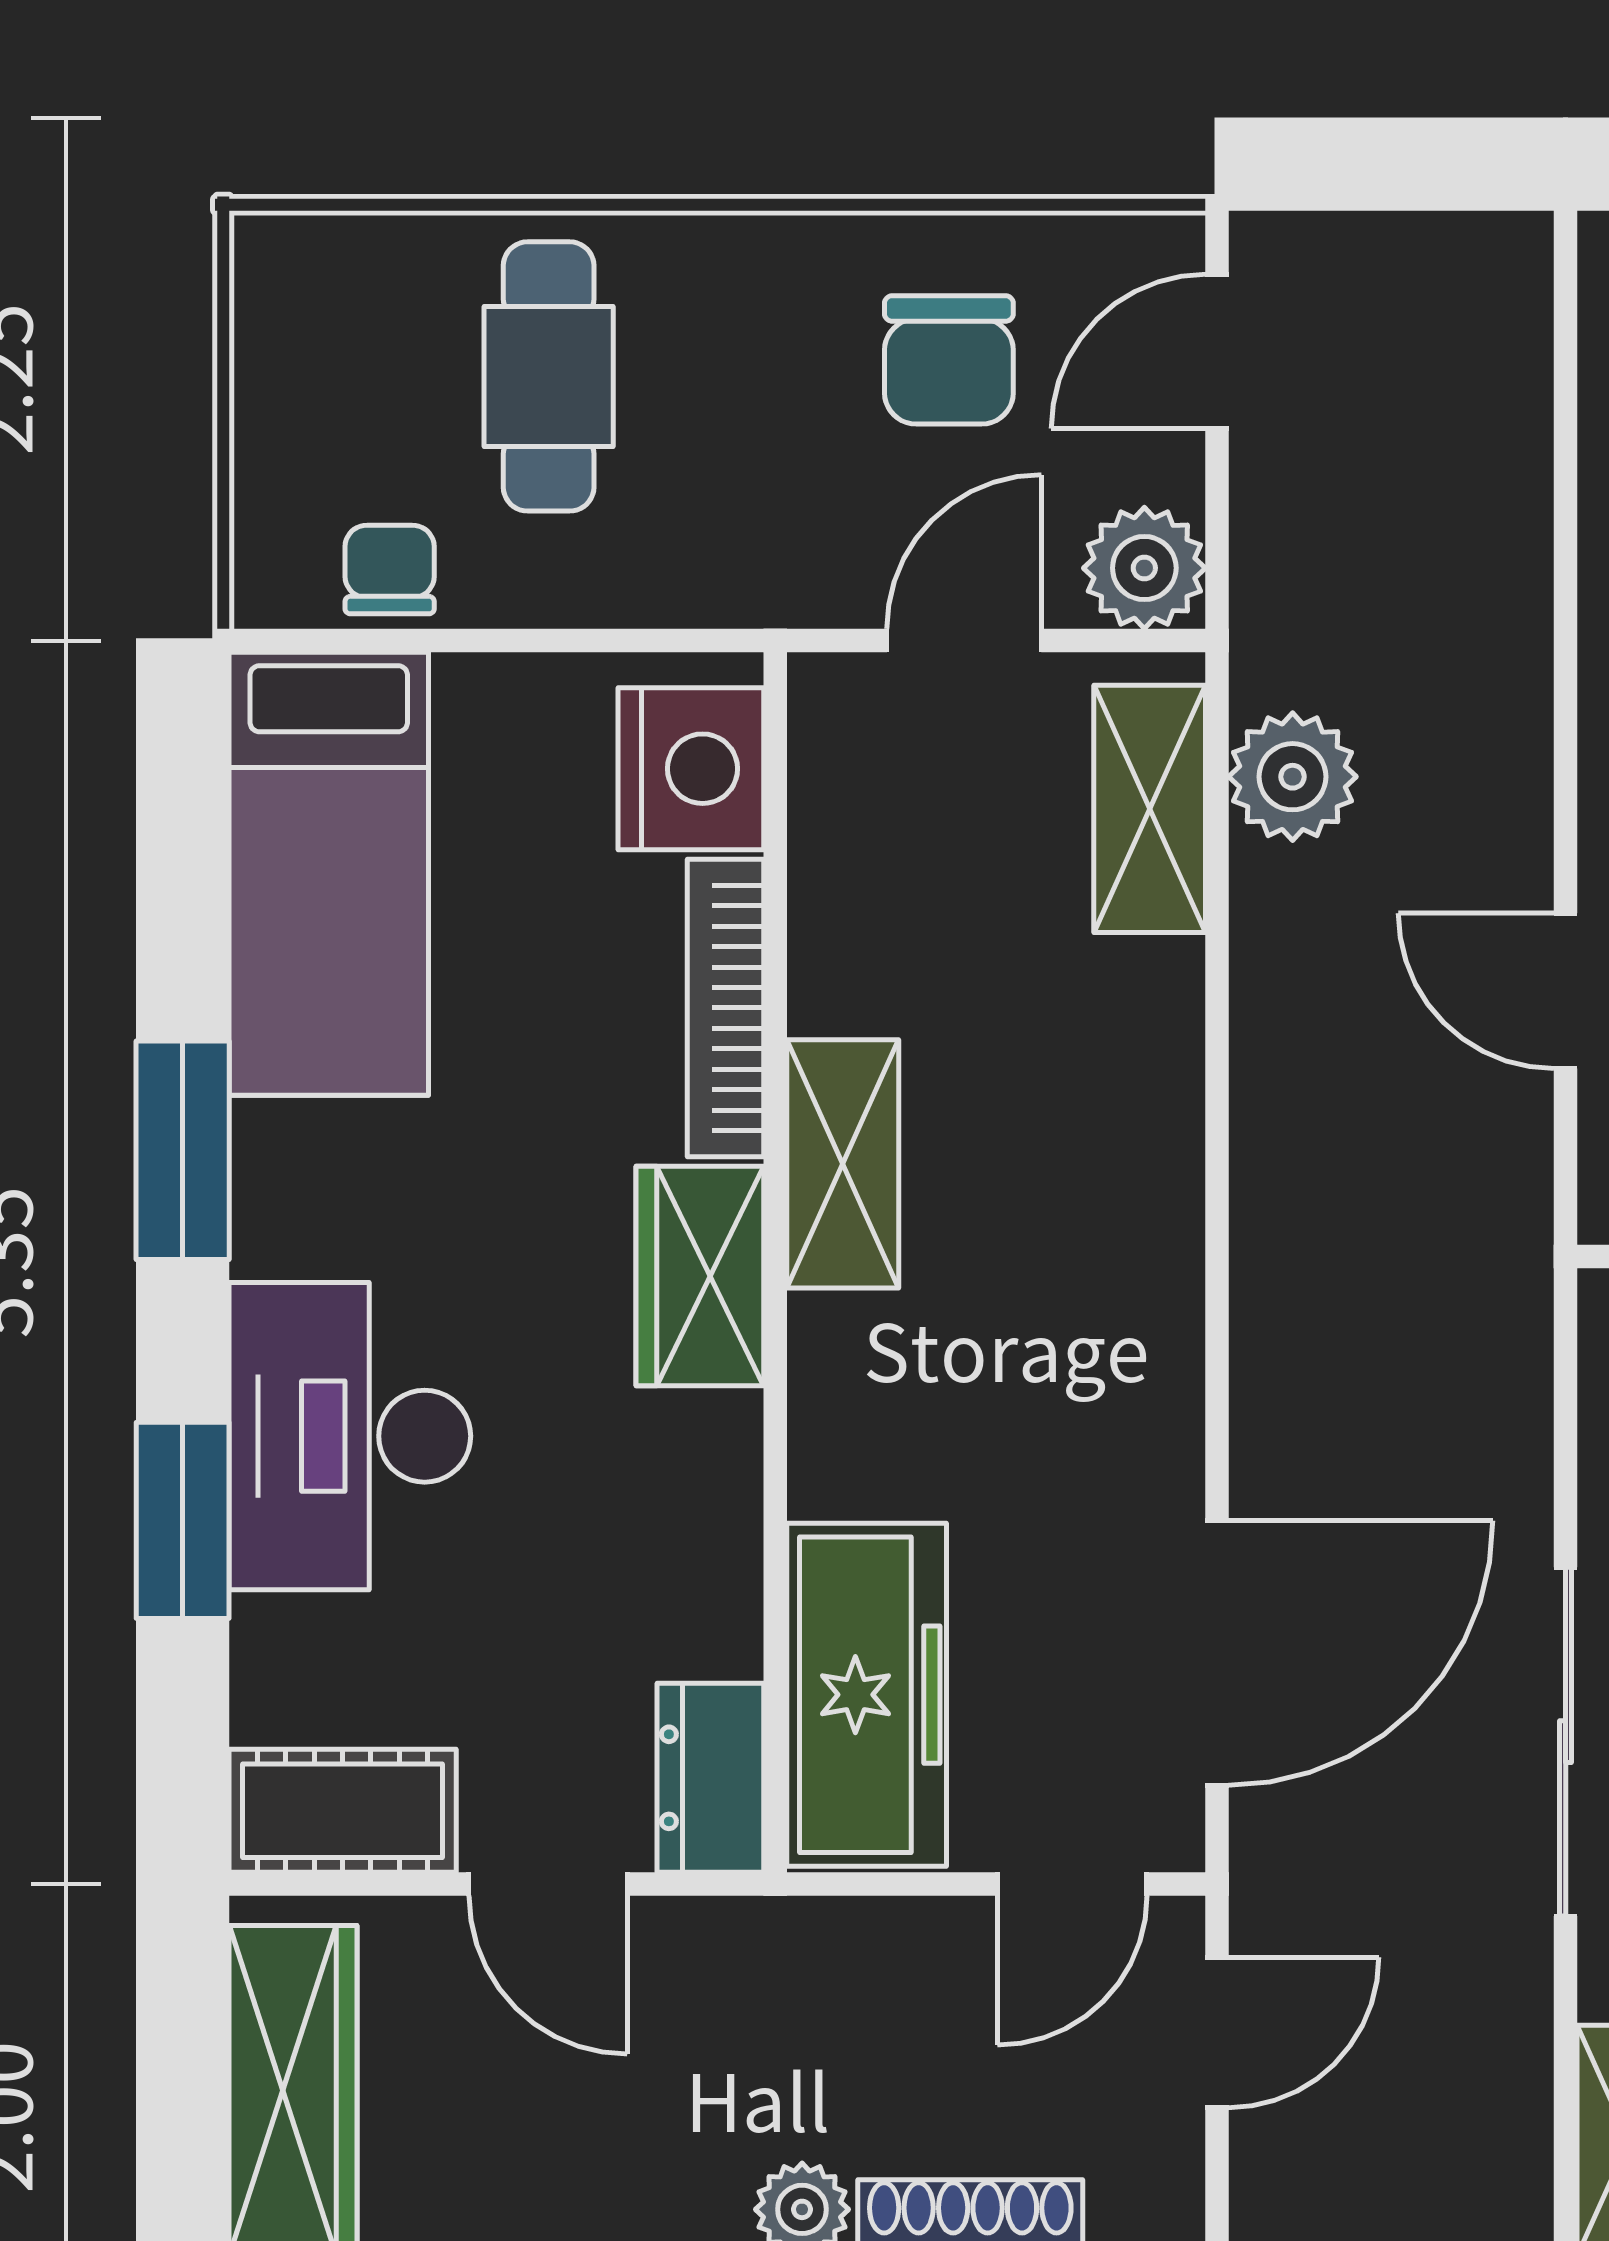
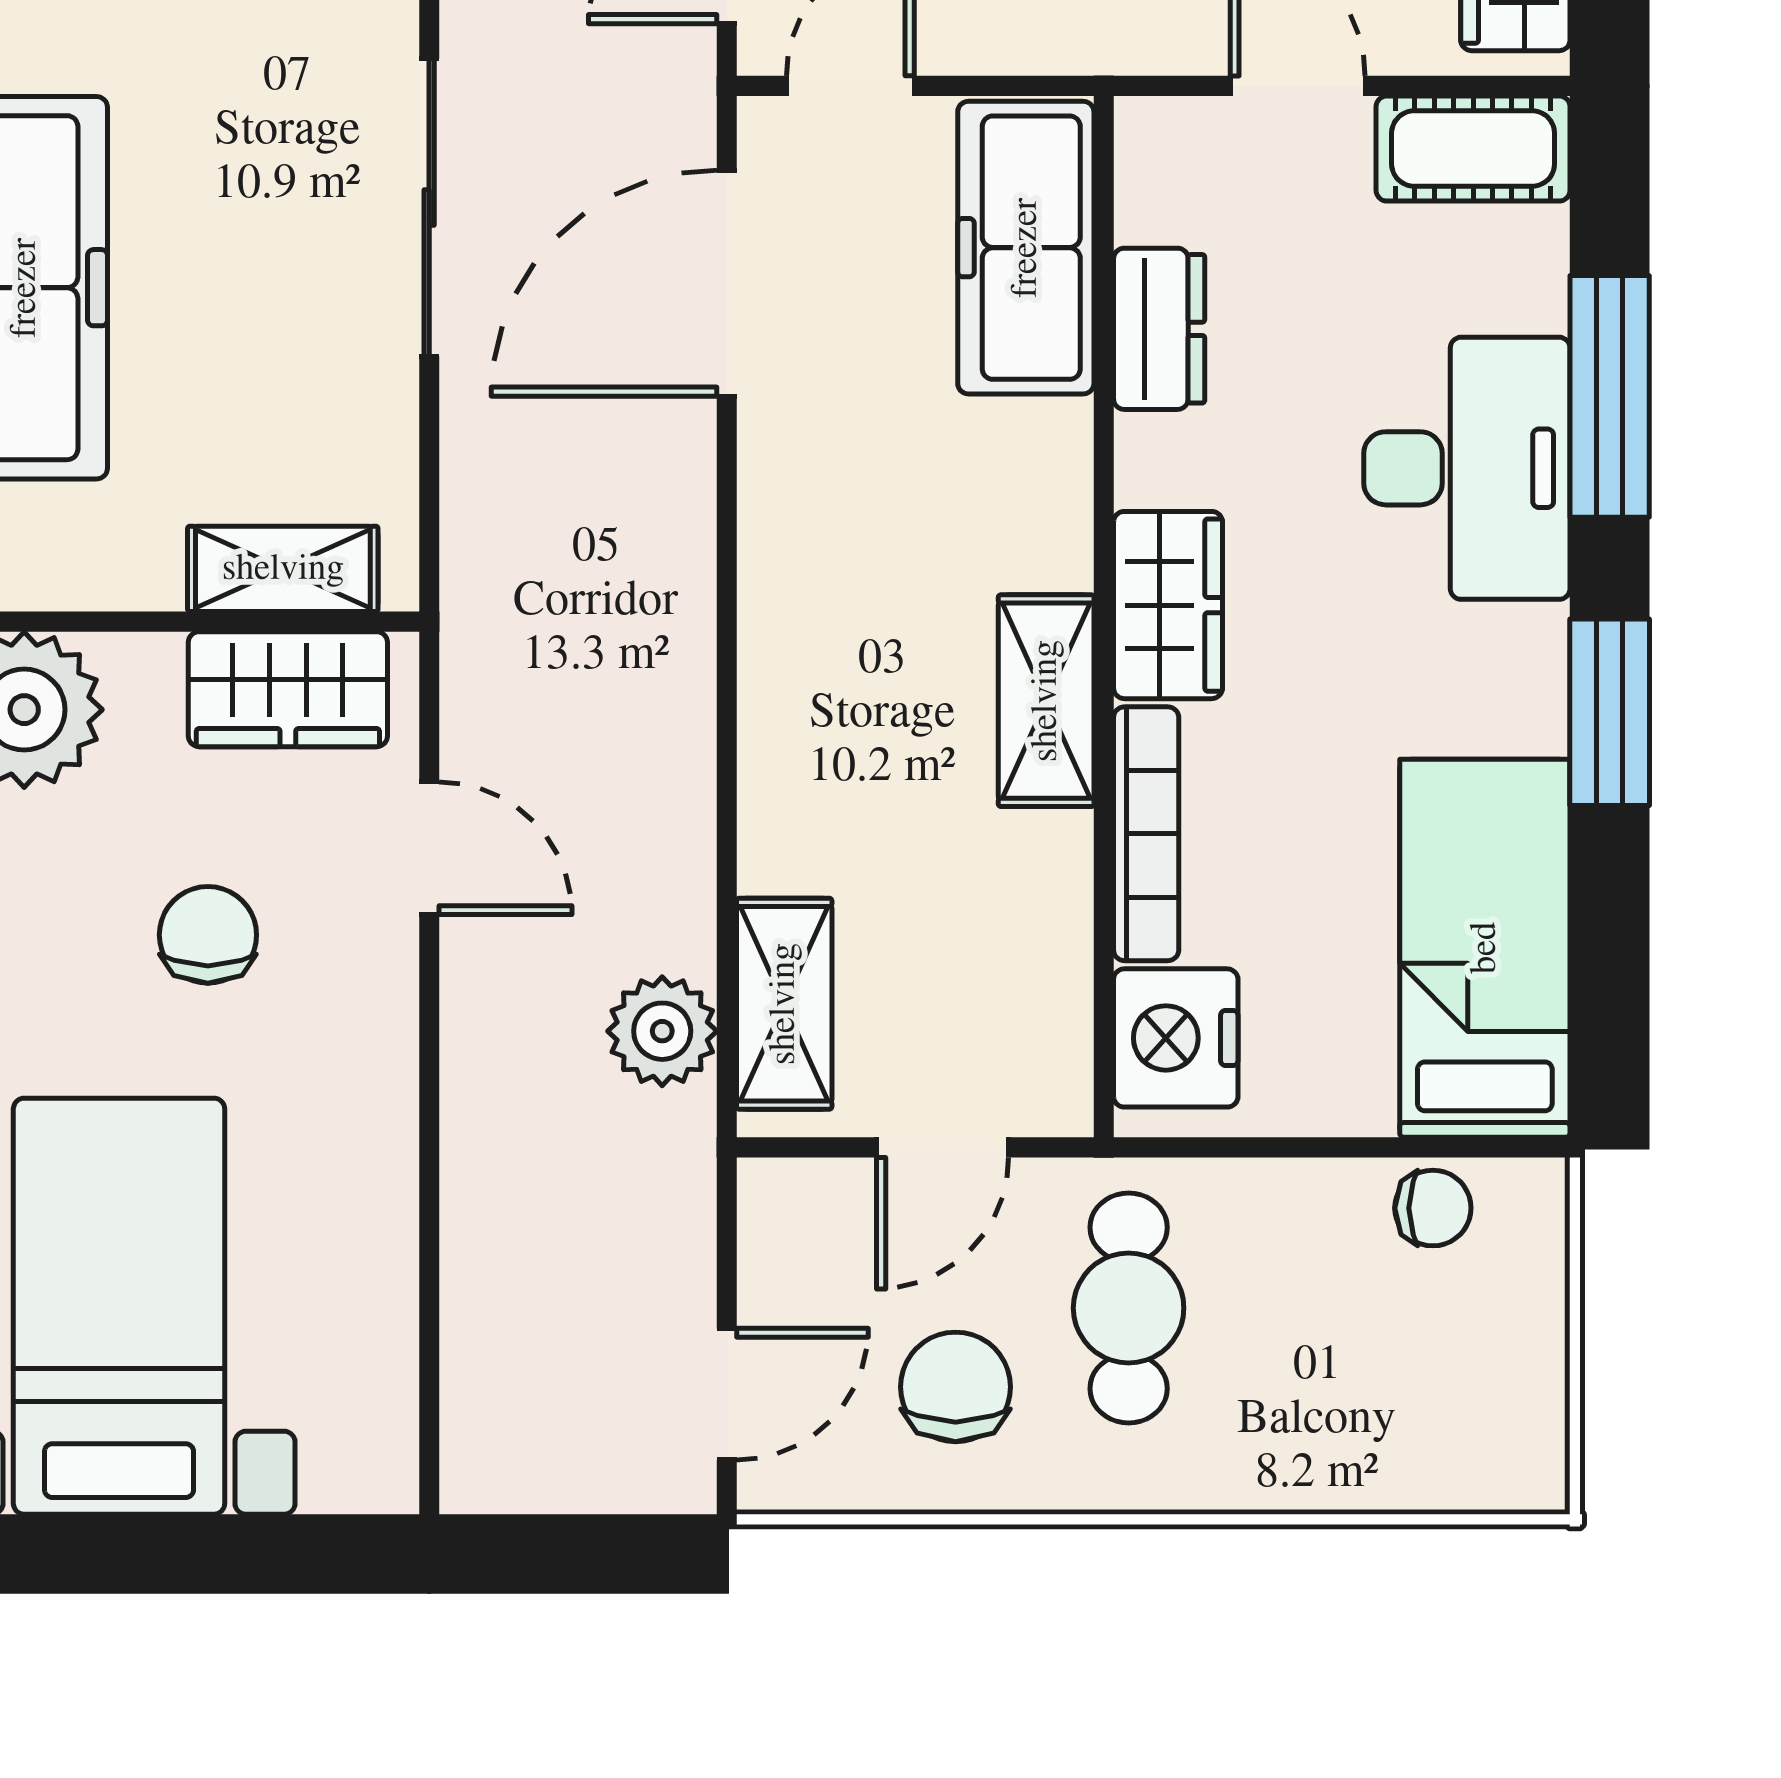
cafe table: (549, 376) -> (1129, 1308), moved
plant: (1144, 568) -> (789, 1209), removed
chair: (390, 570) -> (1433, 1208), turned -90
window: (183, 1520) -> (1610, 396), width x1.44
dresser: (710, 1778) -> (1159, 329), moved

